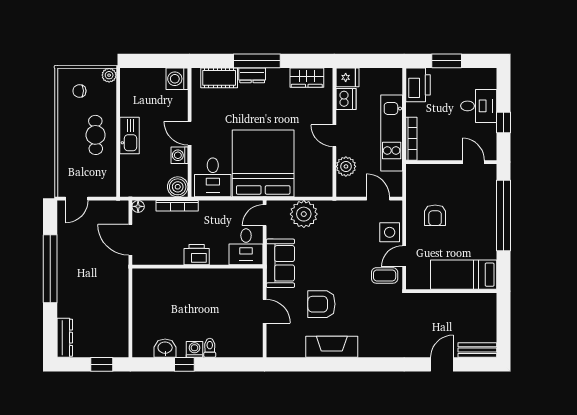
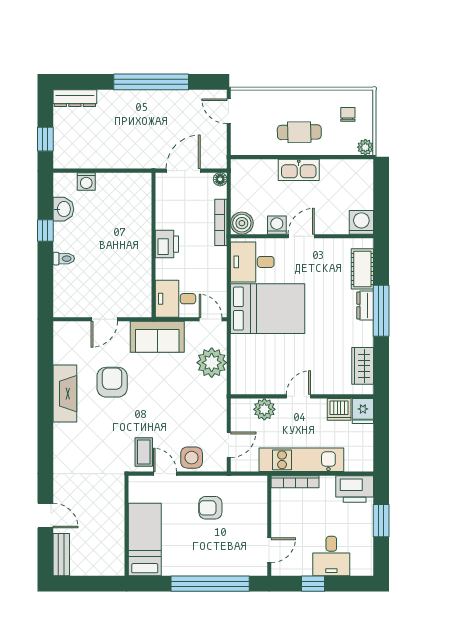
bed: (263, 163) -> (268, 309), width x0.73
washing machine: (194, 349) -> (86, 182), moved, turned 90

